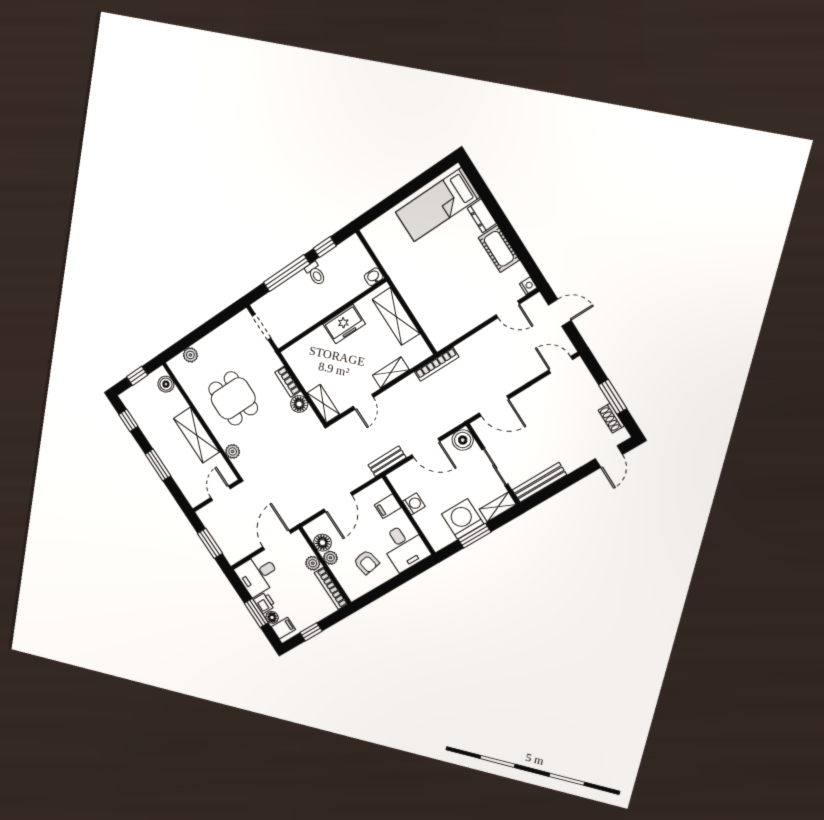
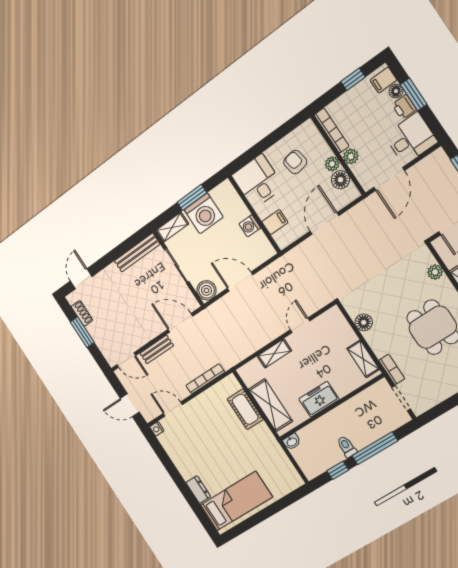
cot: (499, 249) -> (245, 409), moved
bookcase: (437, 364) -> (205, 379), moved
bookcase: (288, 382) -> (392, 369), moved
shelving: (323, 404) -> (363, 359), moved
bench: (387, 461) -> (157, 349), moved

